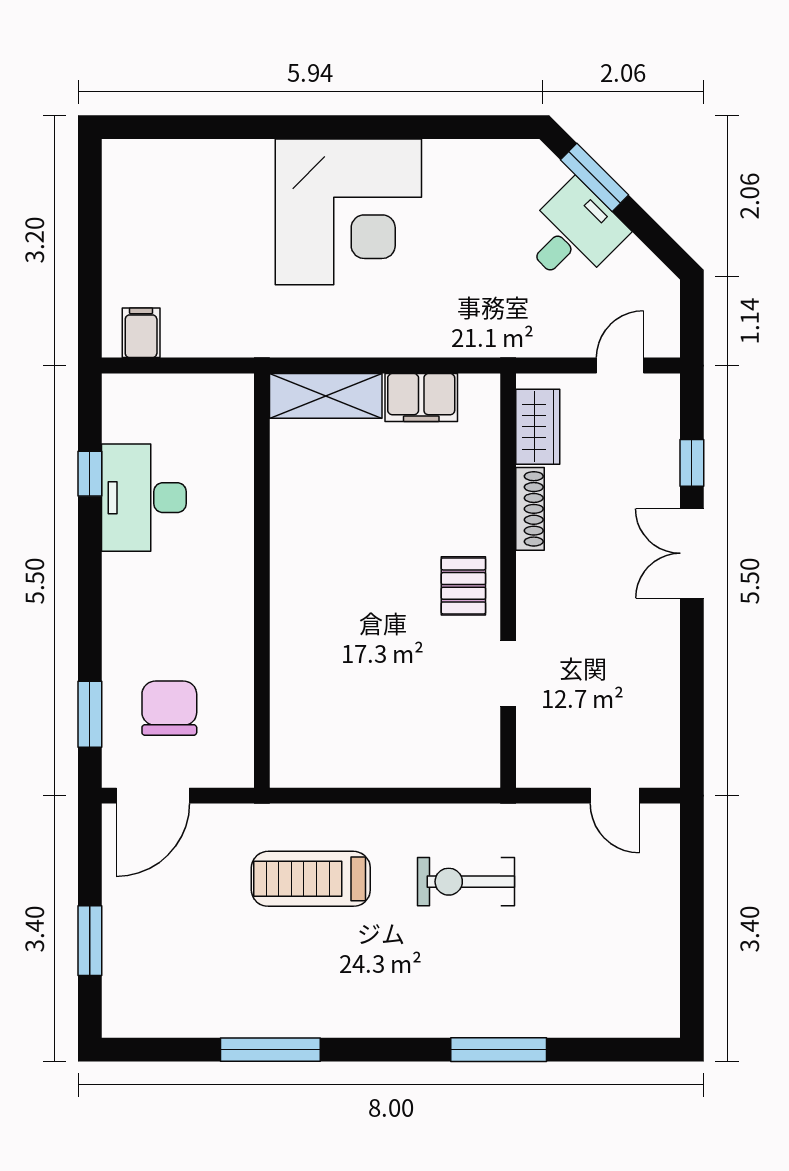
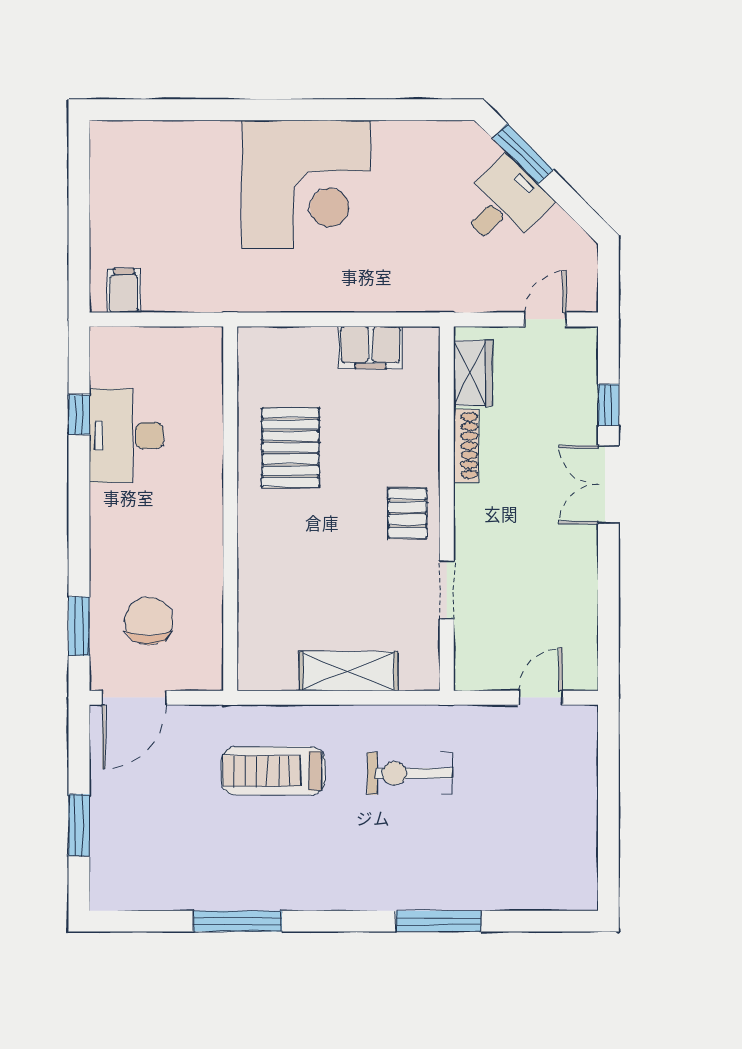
shelving: (326, 396) -> (348, 671), moved
pallet: (330, 511) -> (291, 447), added
door: (615, 796) -> (541, 698), swing flipped

